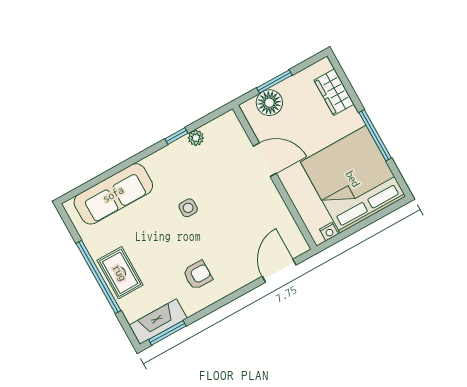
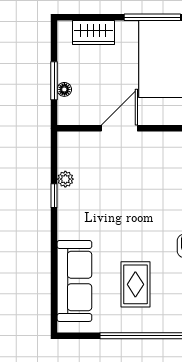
floor lamp: (269, 103) -> (64, 89), width x0.53, depth x0.53
side table: (188, 208) -> (124, 221), removed
rug: (120, 273) -> (135, 284), moved, turned 90

